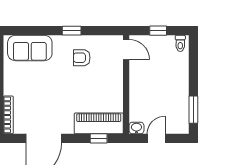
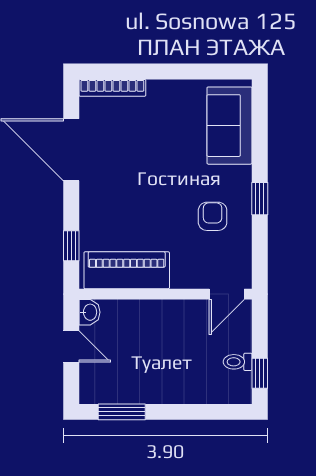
window: (158, 31) -> (260, 373), moved
toilet: (180, 43) -> (238, 362), moved
piano: (99, 123) -> (127, 270), moved, turned -90

